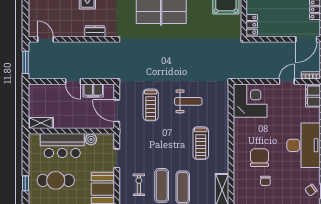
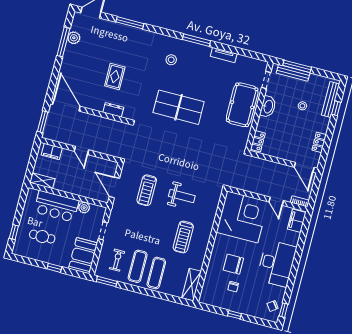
door: (45, 39) -> (66, 105), width x1.87
door: (306, 39) -> (304, 167), hinge flipped
door: (287, 82) -> (276, 201), swing flipped
filing cabinet: (93, 91) -> (52, 152), moved
corner desk: (250, 101) -> (242, 217), width x1.36, depth x1.36
chair: (259, 158) -> (233, 264), turned -90
cafe table: (56, 180) -> (42, 237), width x0.73, depth x0.74

